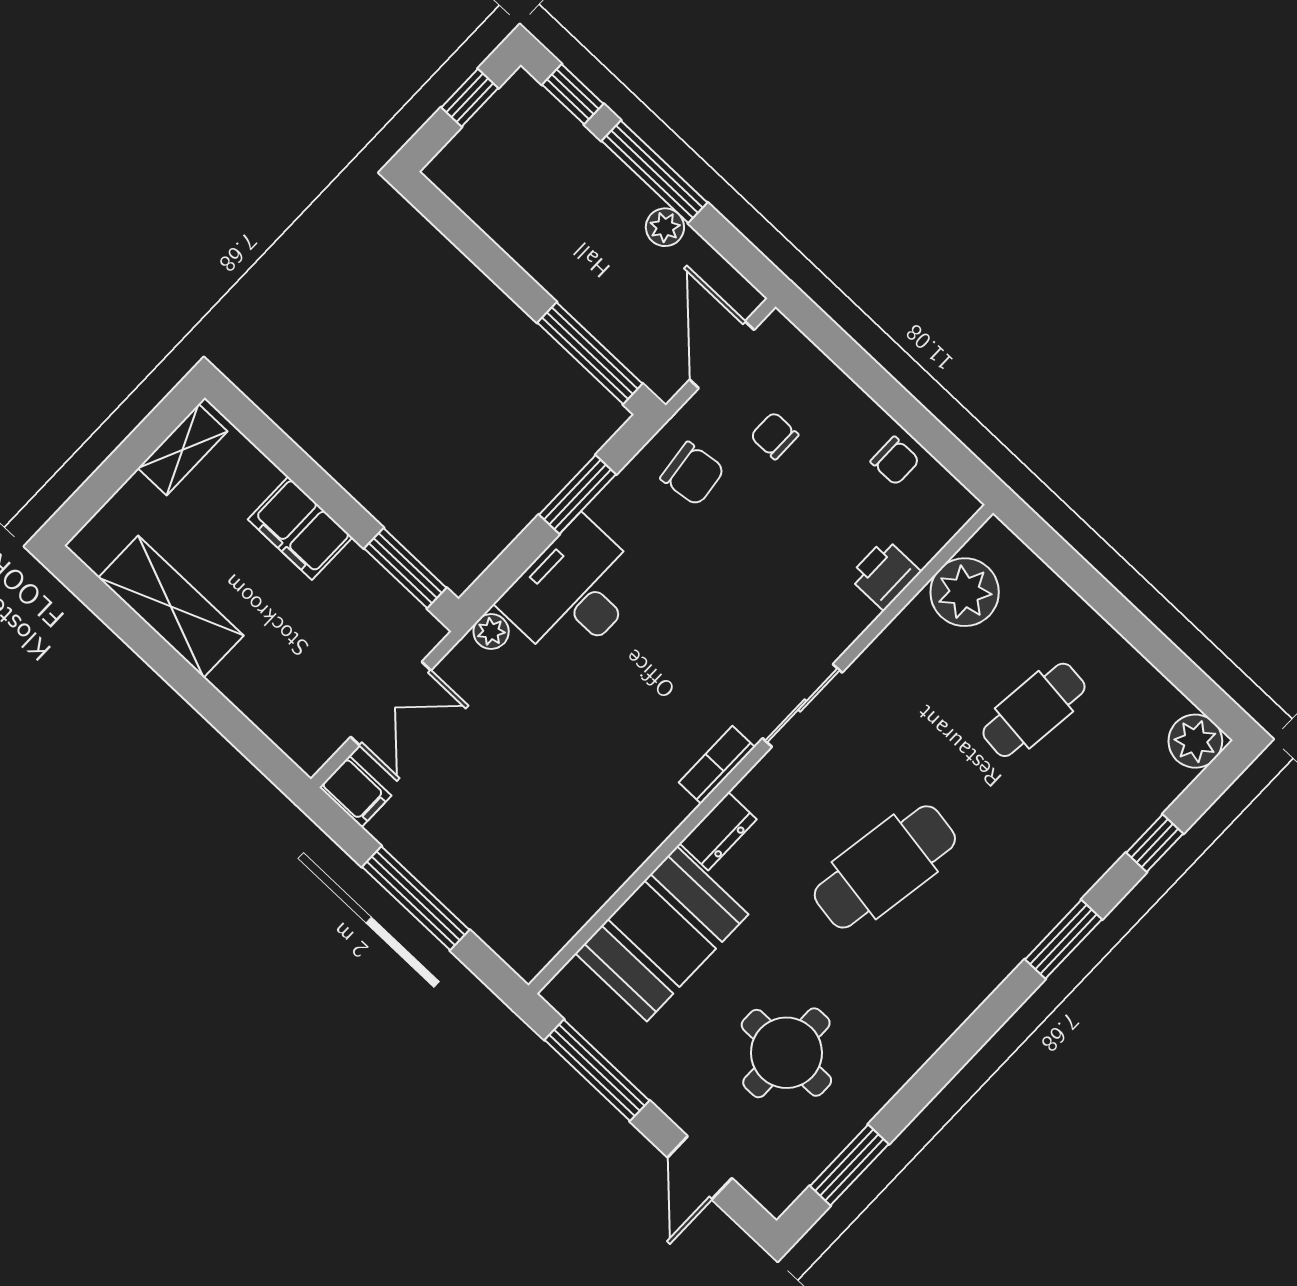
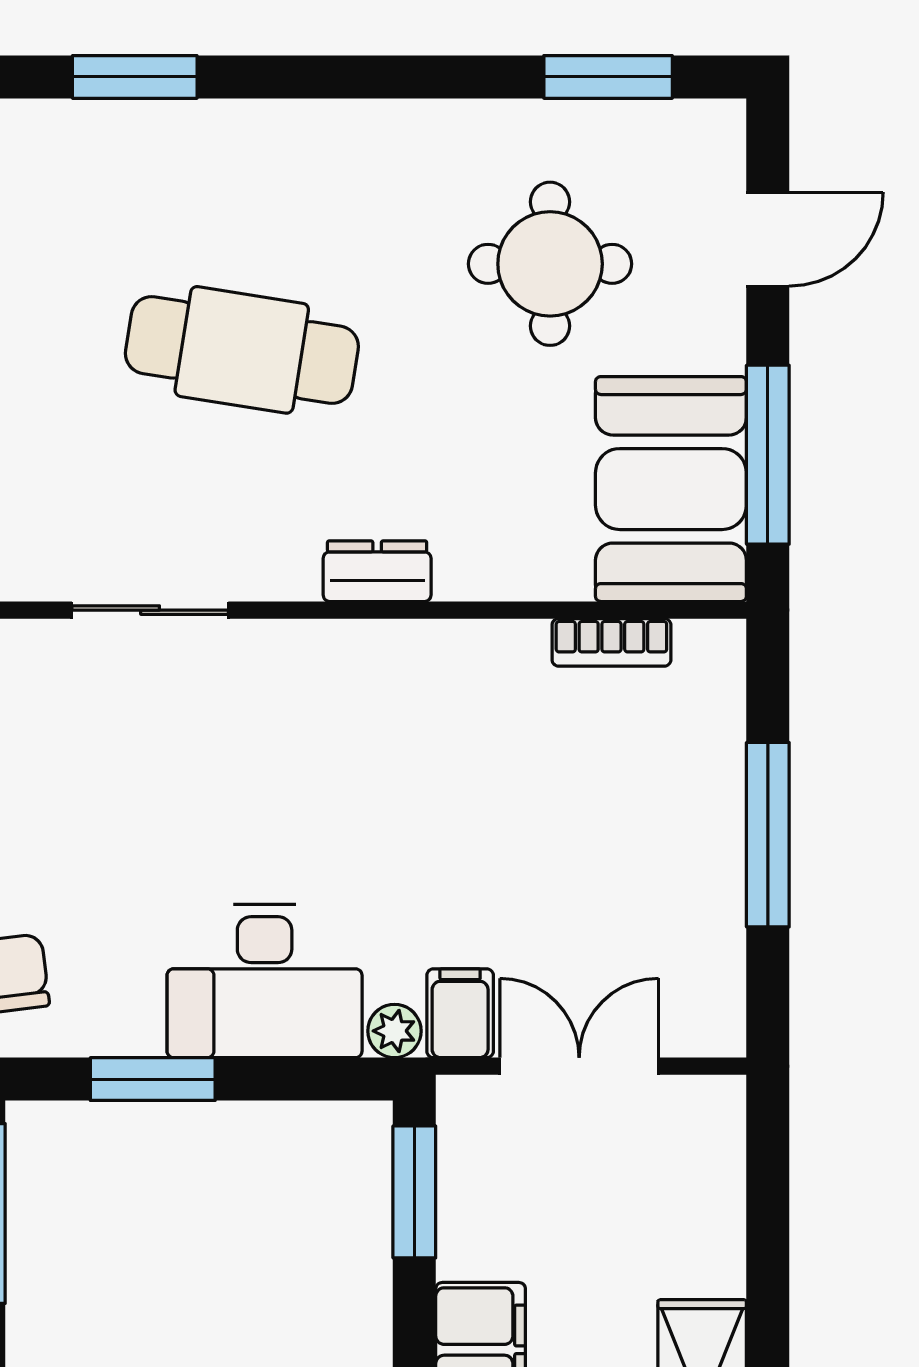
bookcase: (717, 765) -> (611, 642), moved
filing cabinet: (355, 791) -> (460, 1013), moved
booth: (662, 934) -> (671, 489), moved, turned 90

